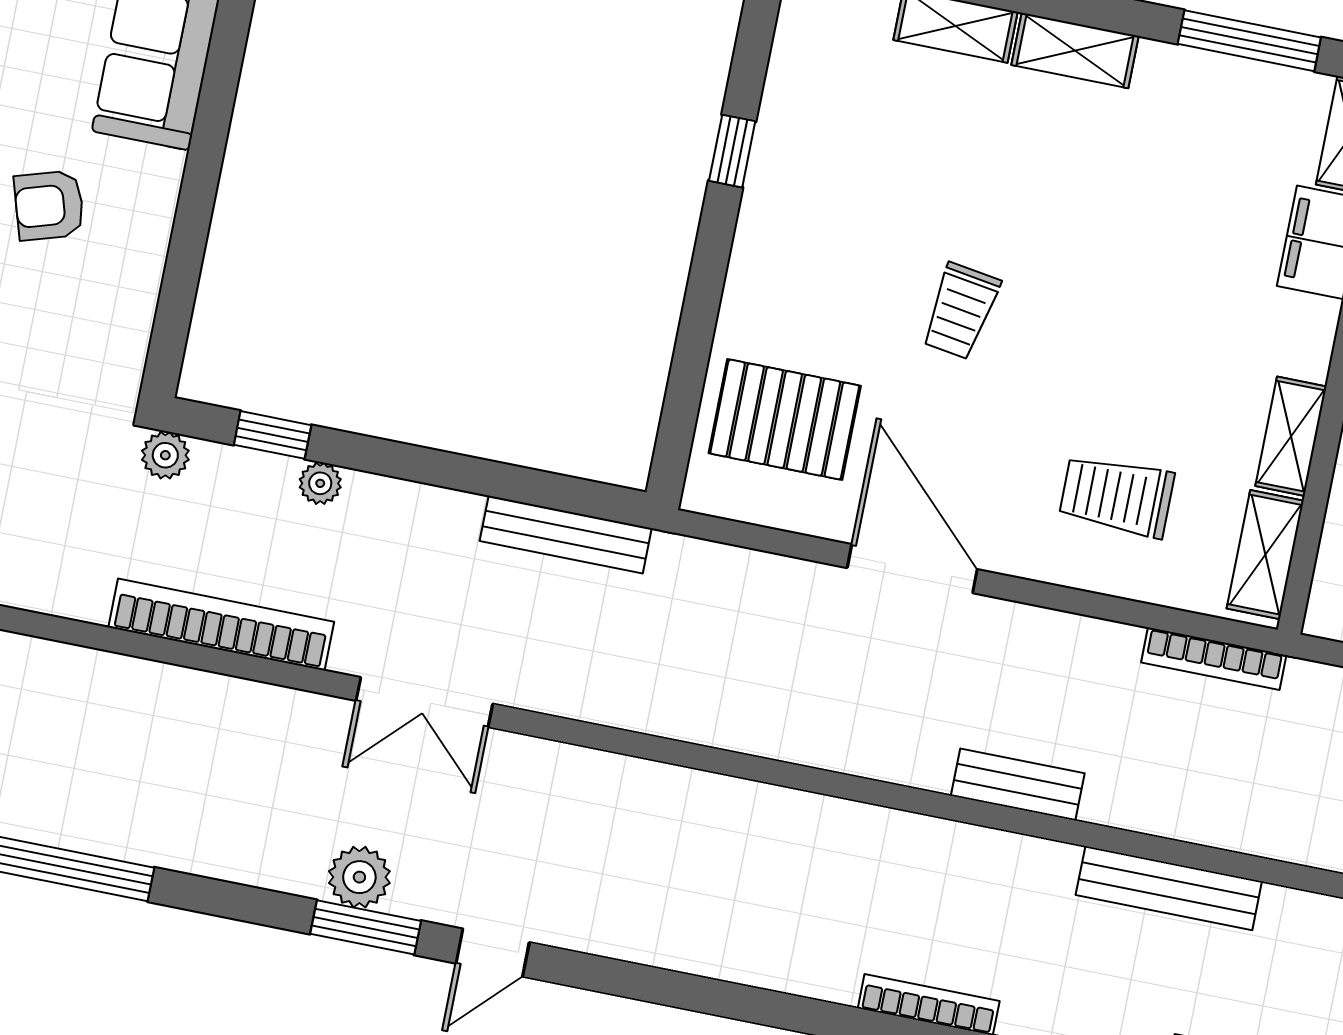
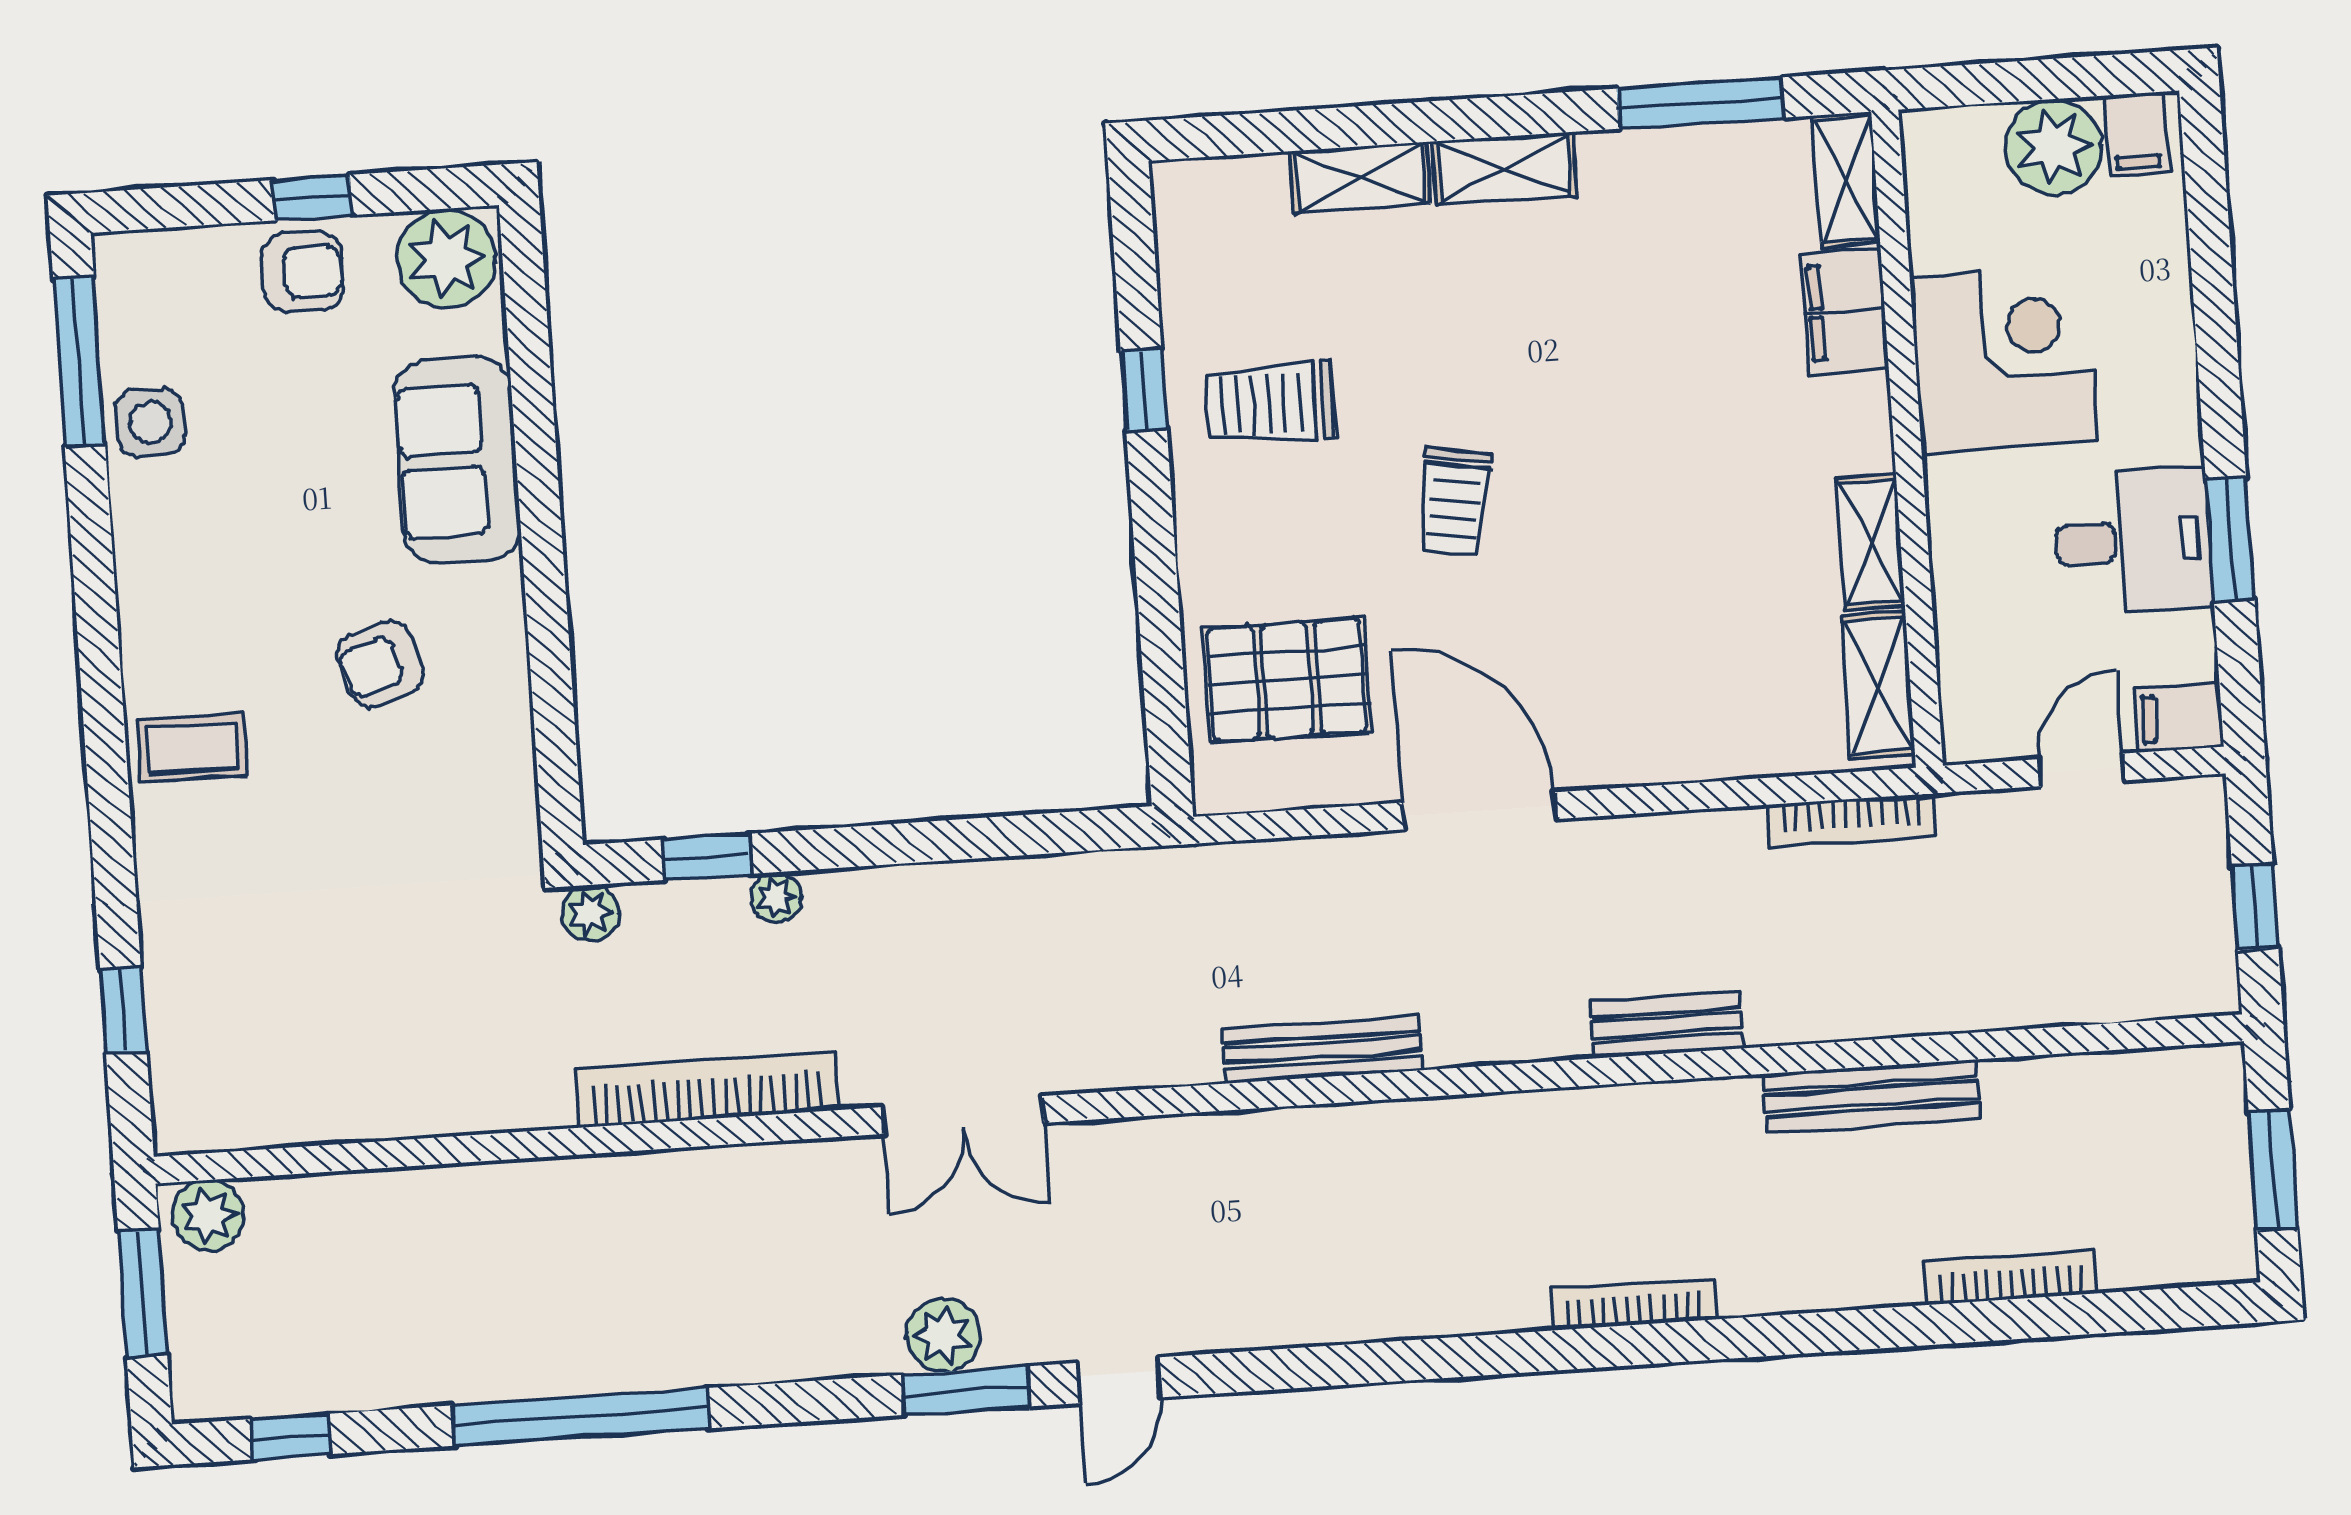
trolley: (1117, 496) -> (1270, 403), moved
bench: (566, 535) -> (1322, 1050), moved

